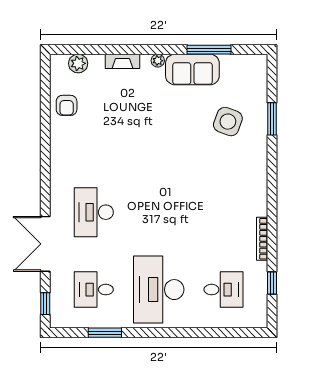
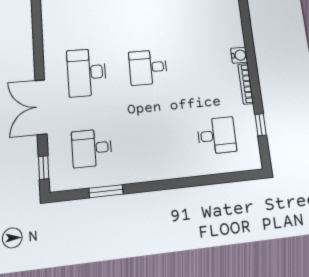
water cooler: (259, 207) -> (239, 55), added
desk: (159, 290) -> (148, 67), moved, width x0.53, depth x0.77

